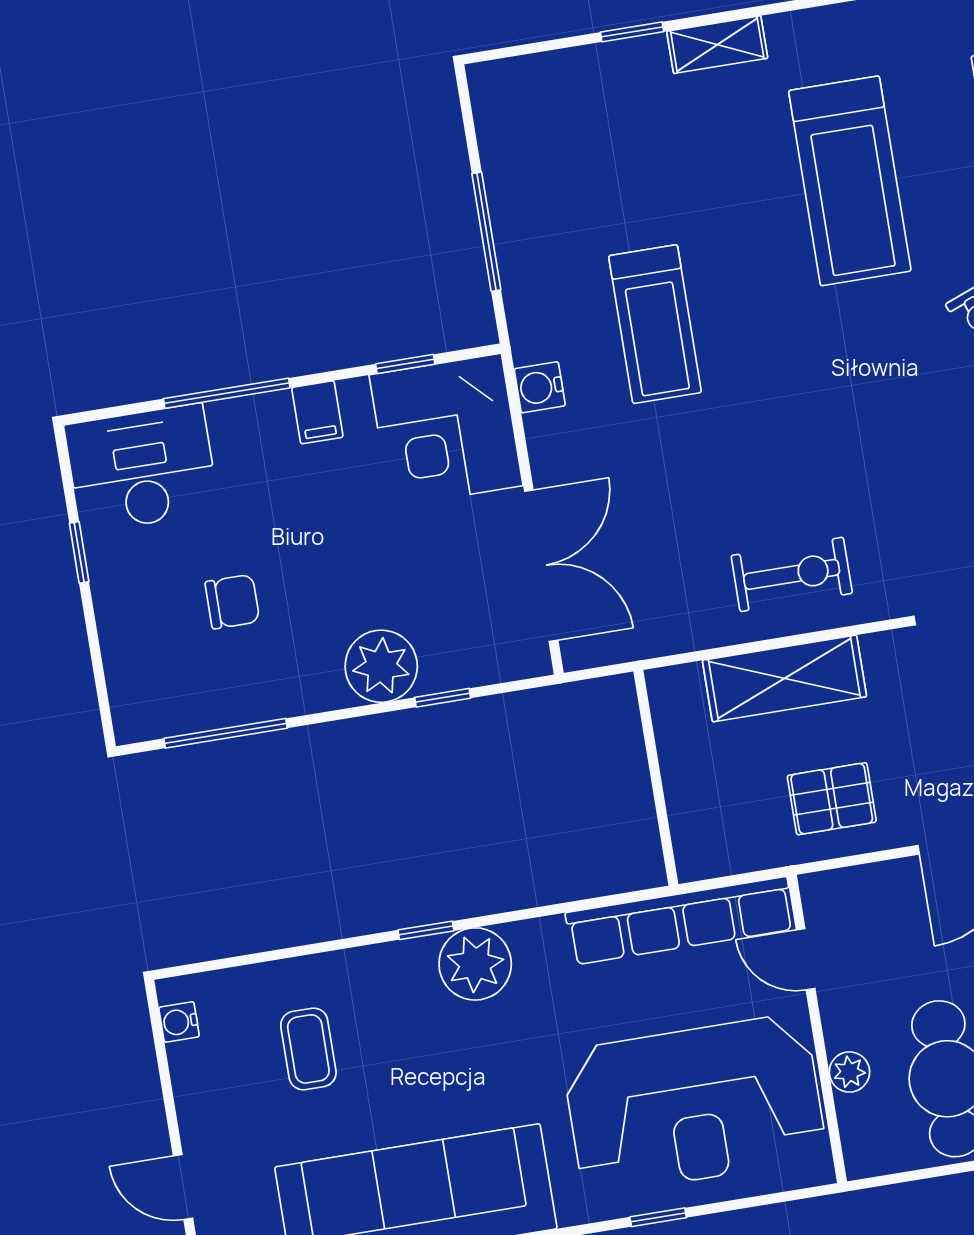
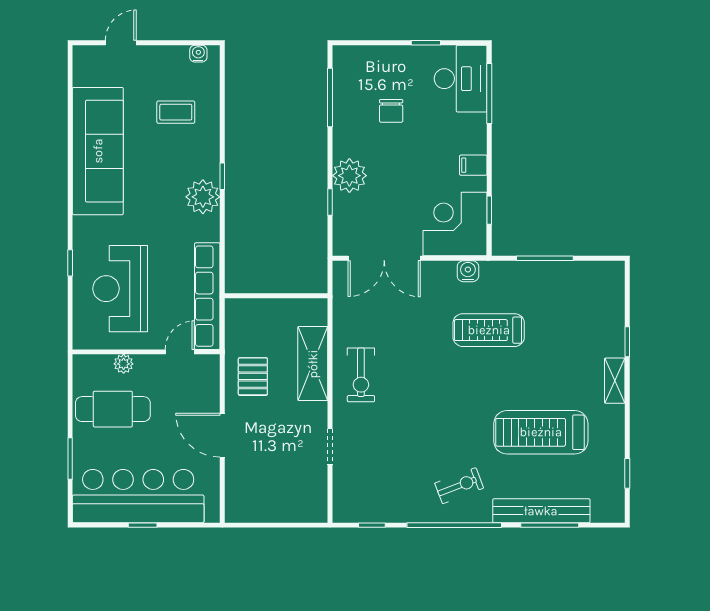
window: (227, 393) -> (489, 94), moved
reception desk: (694, 1104) -> (120, 289), width x0.74, depth x0.77

